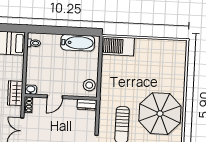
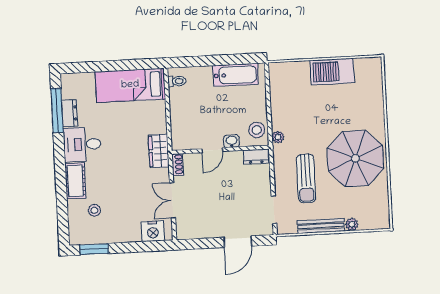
barbecue: (118, 46) -> (332, 72), moved
washbasin: (31, 90) -> (231, 141), moved
plant: (104, 92) -> (278, 137), added

